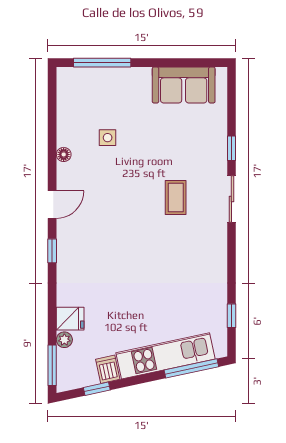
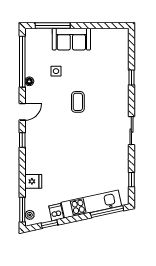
sofa: (184, 85) -> (71, 39), moved
window: (52, 122) -> (22, 62), added
coffee table: (176, 198) -> (78, 102), moved
sliding door: (231, 199) -> (131, 131), moved
plant: (64, 340) -> (30, 215), moved

